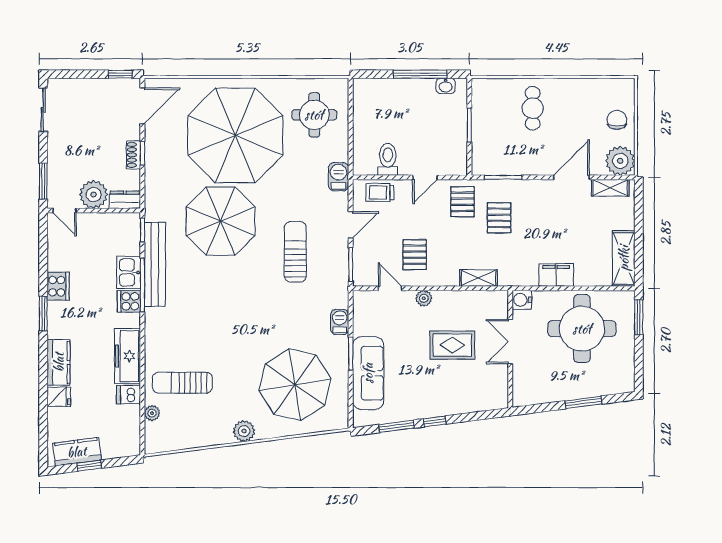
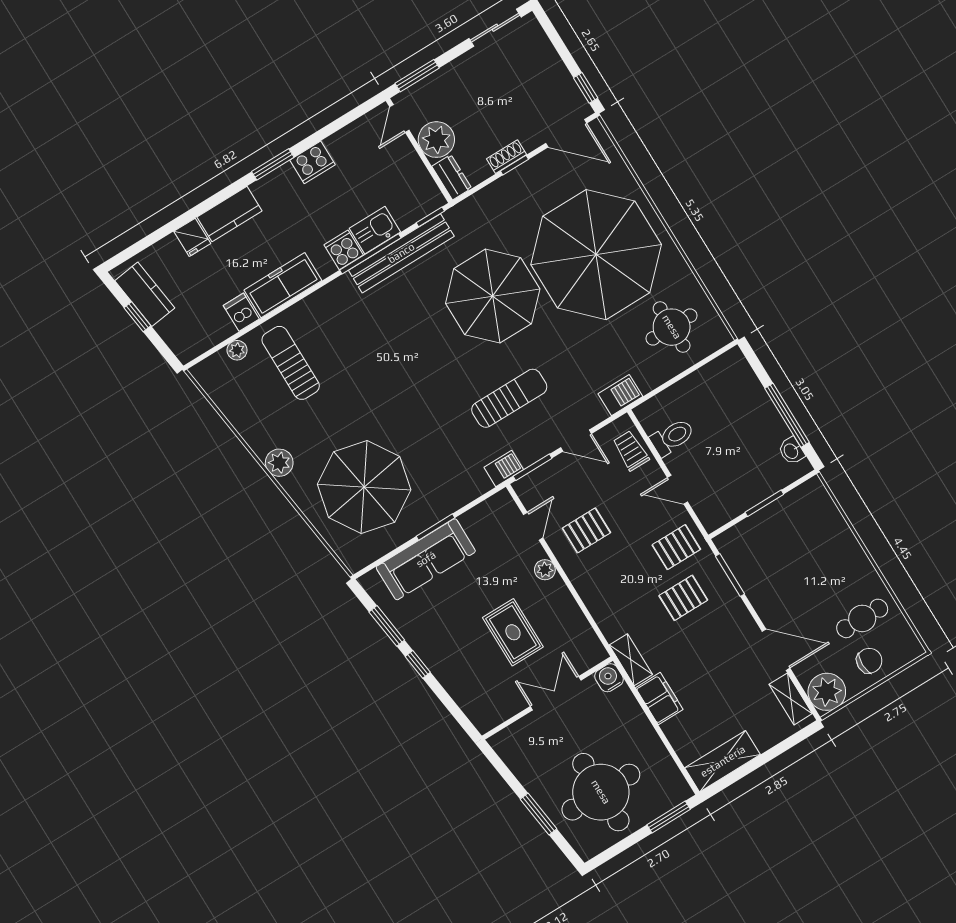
cafe table: (533, 108) -> (862, 618), moved
shelving: (479, 278) -> (631, 660), moved
barbecue: (340, 322) -> (504, 469), moved
round table: (582, 329) -> (601, 792), moved

